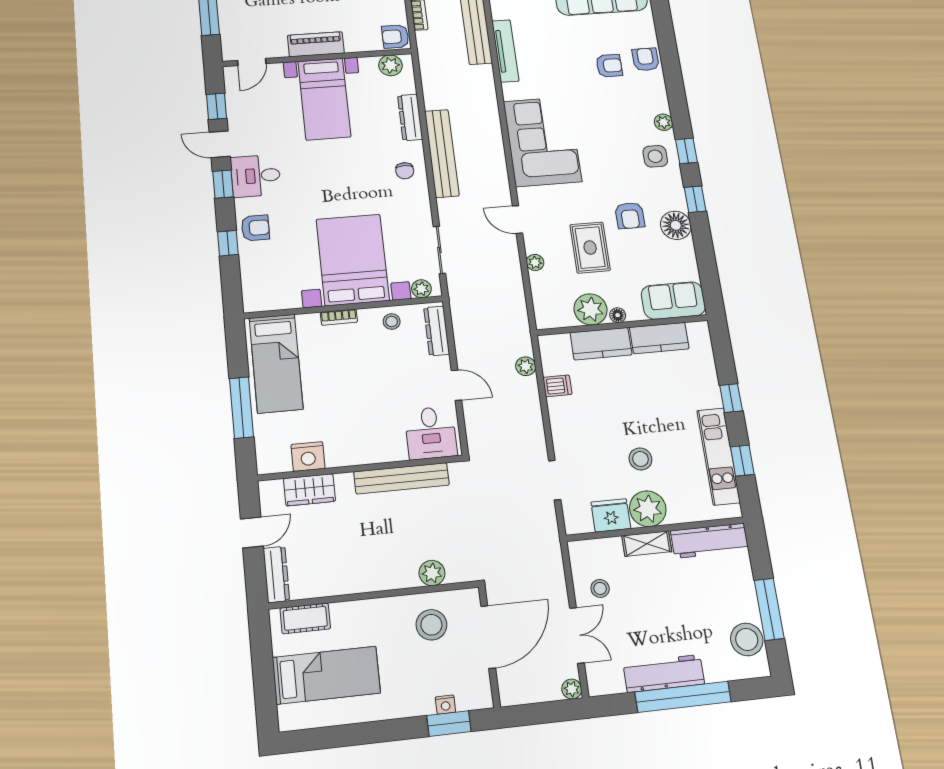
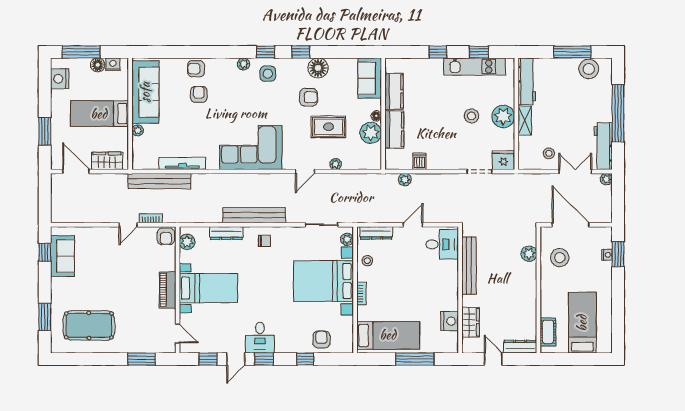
armchair: (255, 228) -> (321, 339), moved
fridge: (611, 515) -> (503, 160), moved, turned 90
workbench: (664, 673) -> (603, 146), moved

